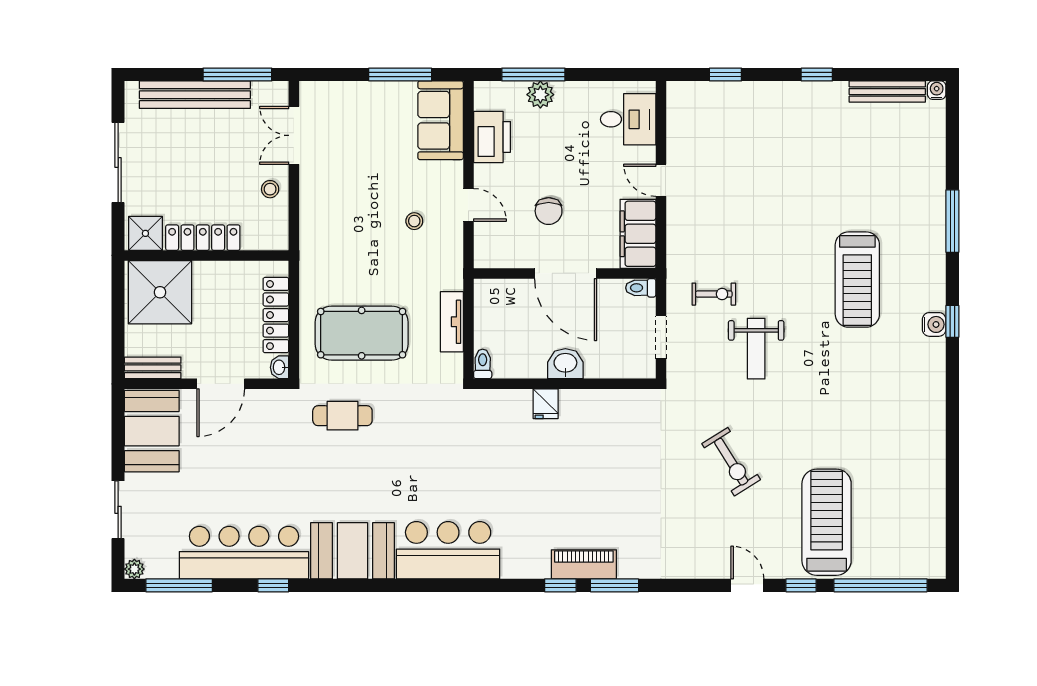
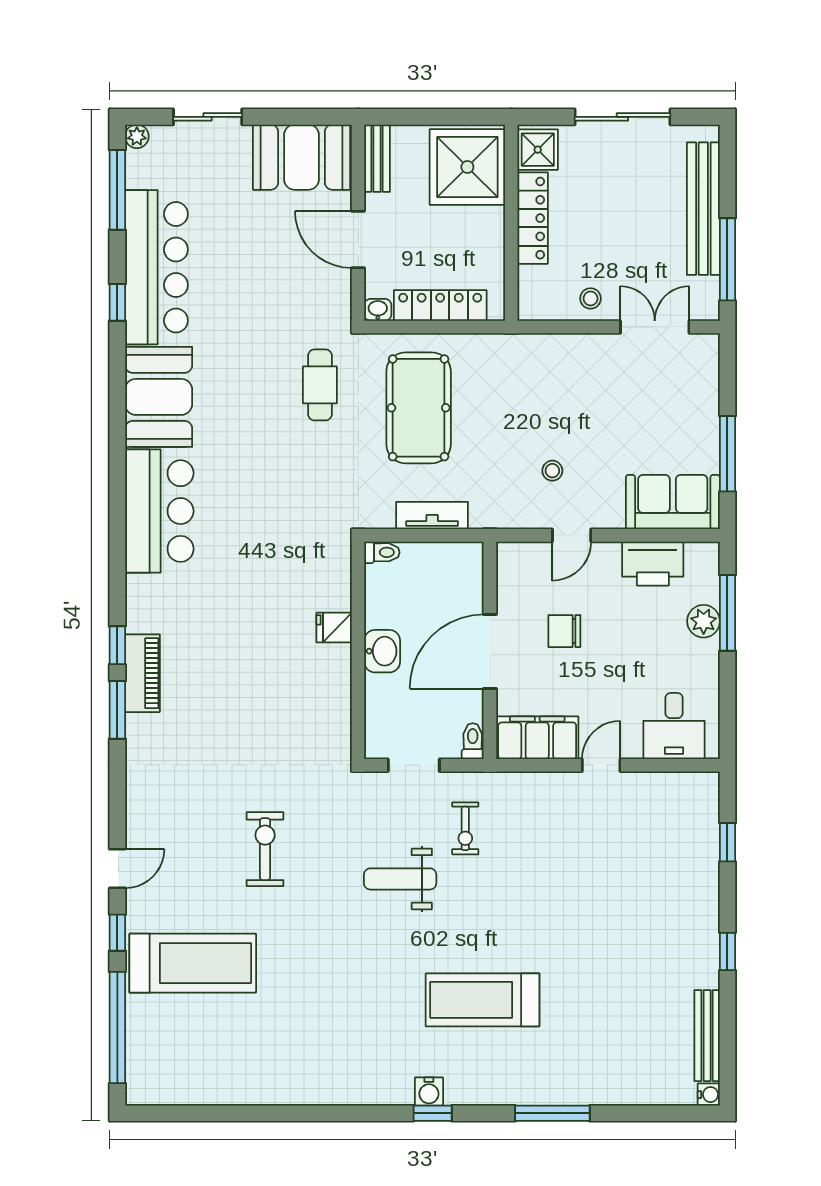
exercise bike: (731, 462) -> (265, 849), turned 122

